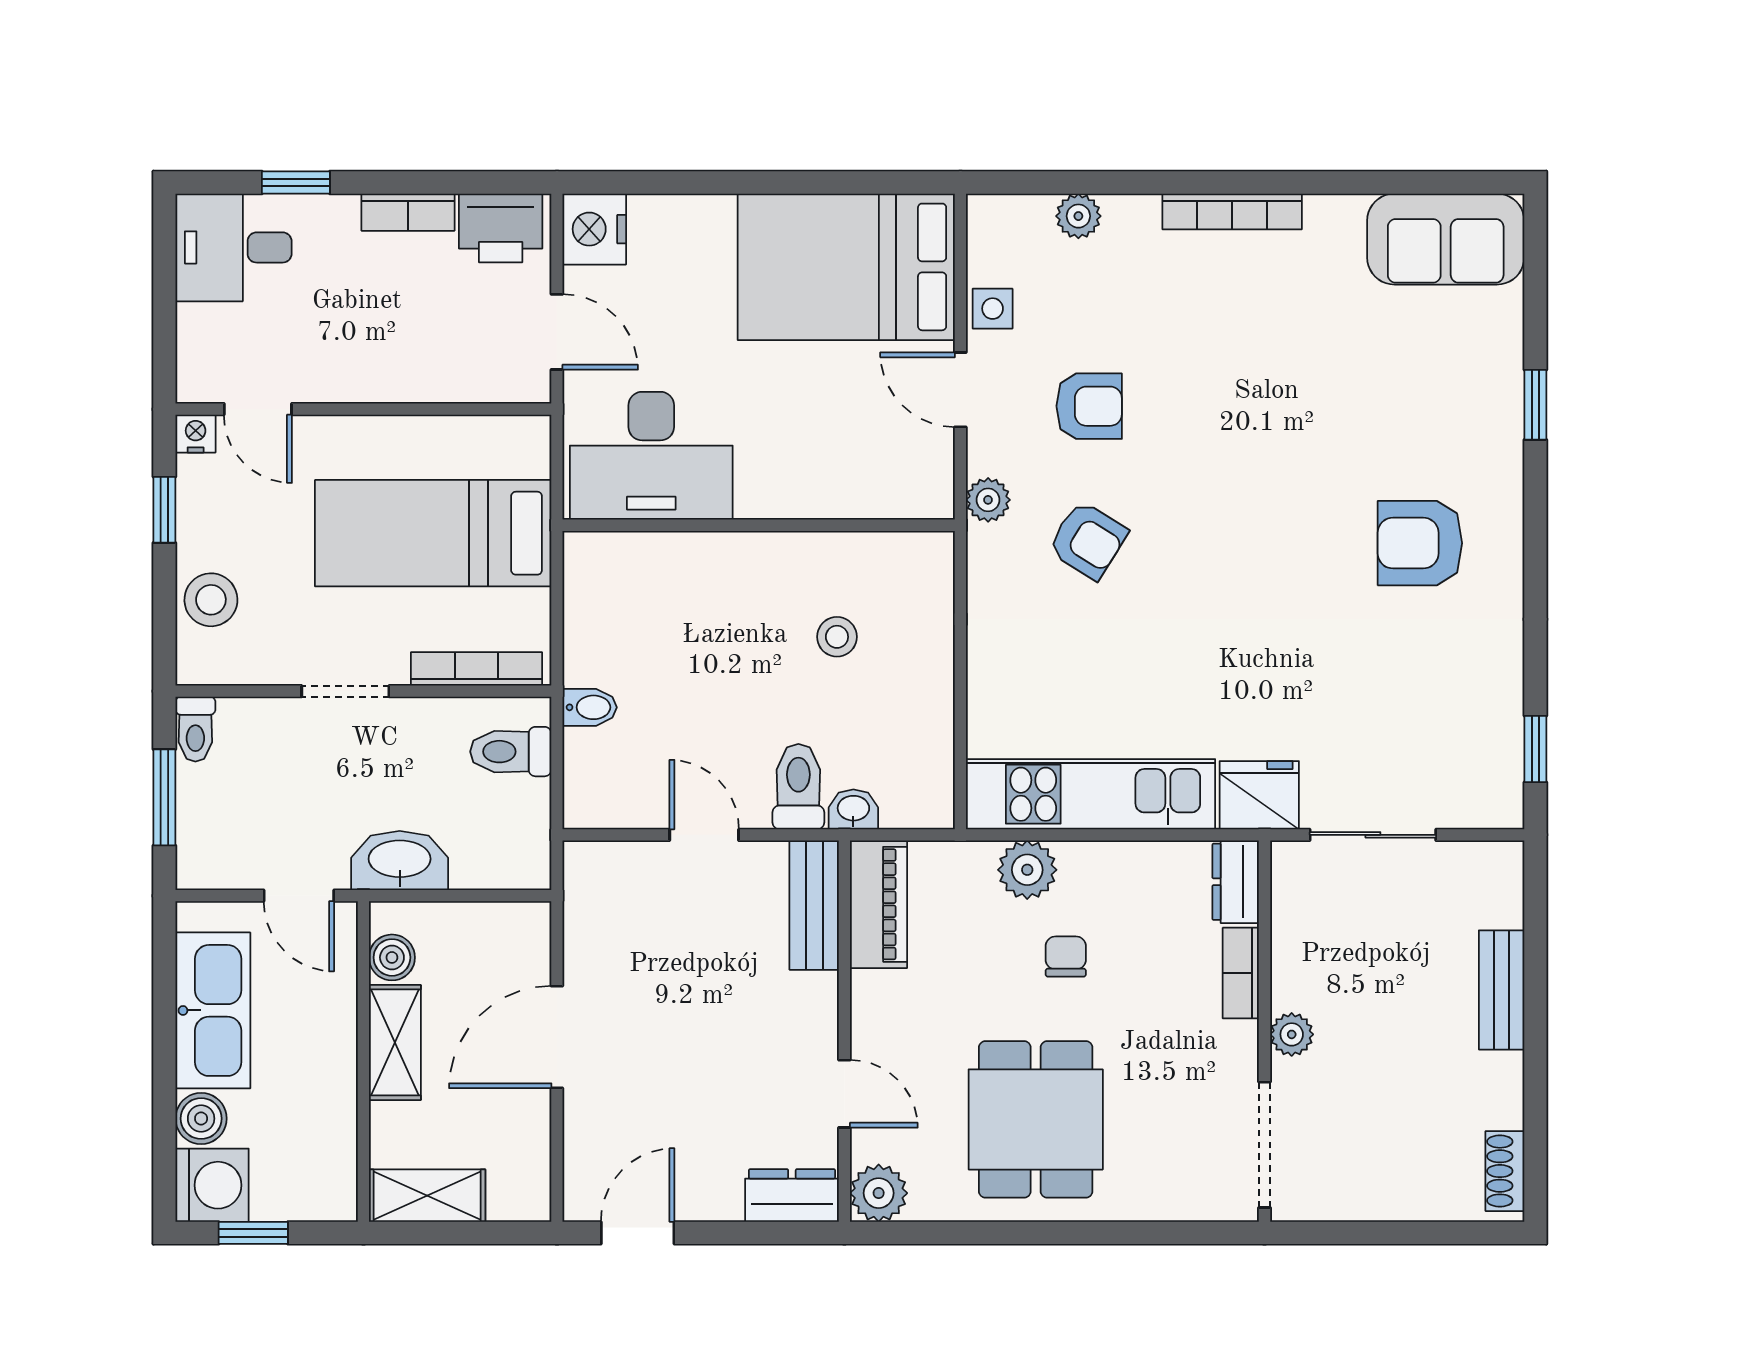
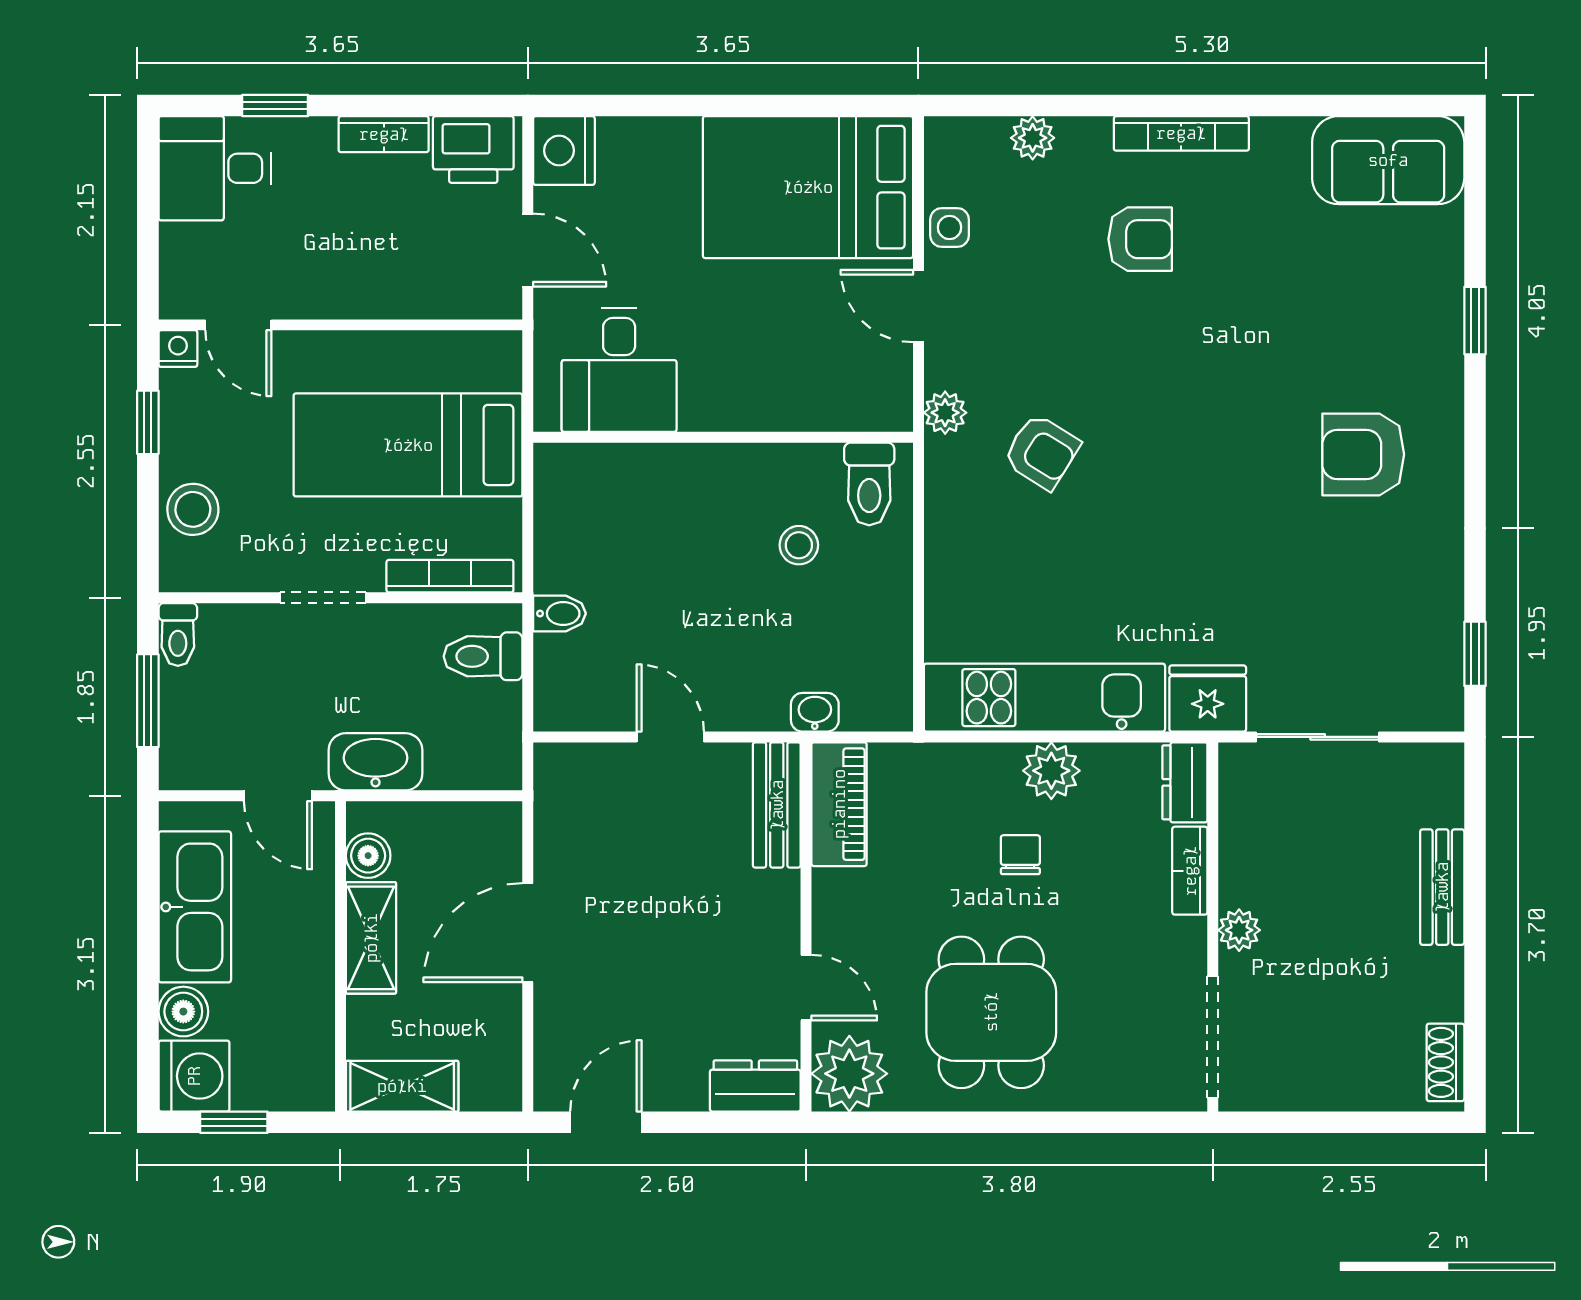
armchair: (1089, 406) -> (1140, 239), moved
desk: (651, 456) -> (619, 370), width x0.73
toilet: (798, 787) -> (869, 484), moved, turned 180
plant: (1027, 870) -> (1051, 771), moved
plant: (879, 1193) -> (849, 1074), width x1.36, depth x1.36

